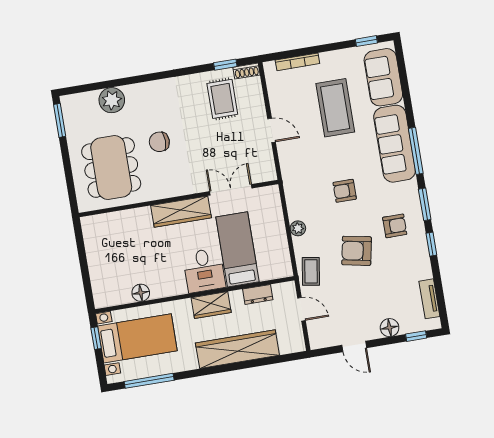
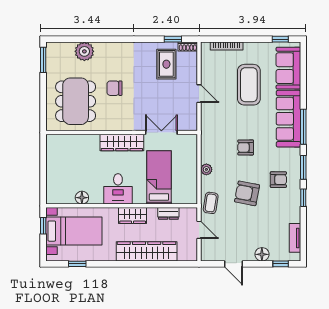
desk: (204, 270) -> (118, 189), moved
window: (149, 381) -> (77, 264), width x0.46

